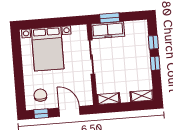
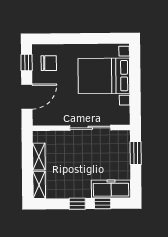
freezer: (108, 30) -> (111, 189), moved, turned 90
shelving: (108, 99) -> (39, 157), moved

